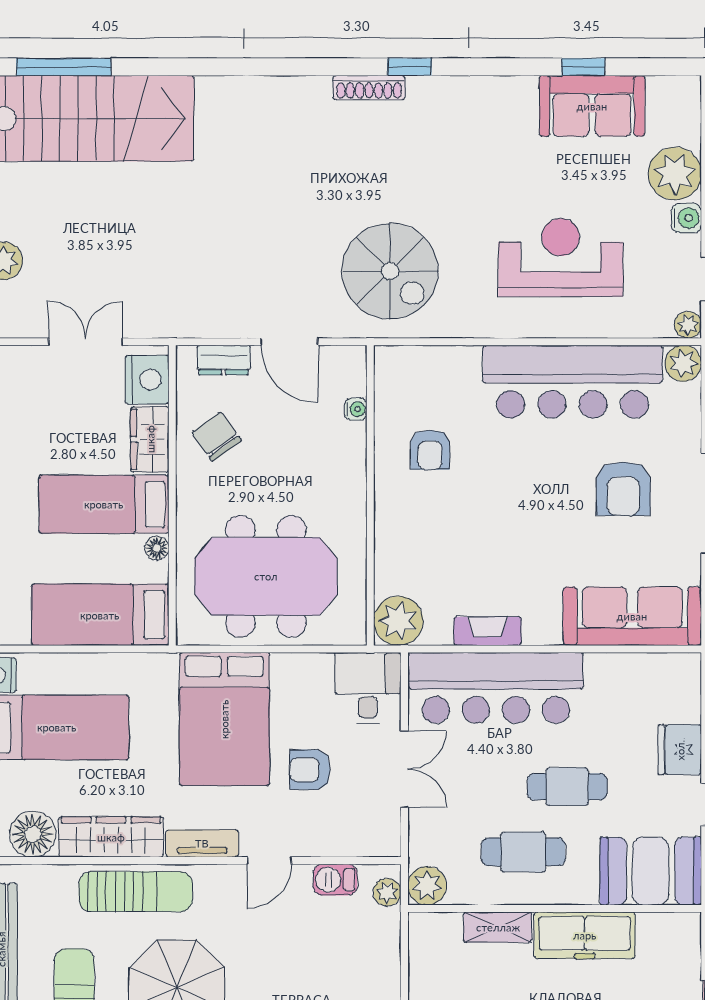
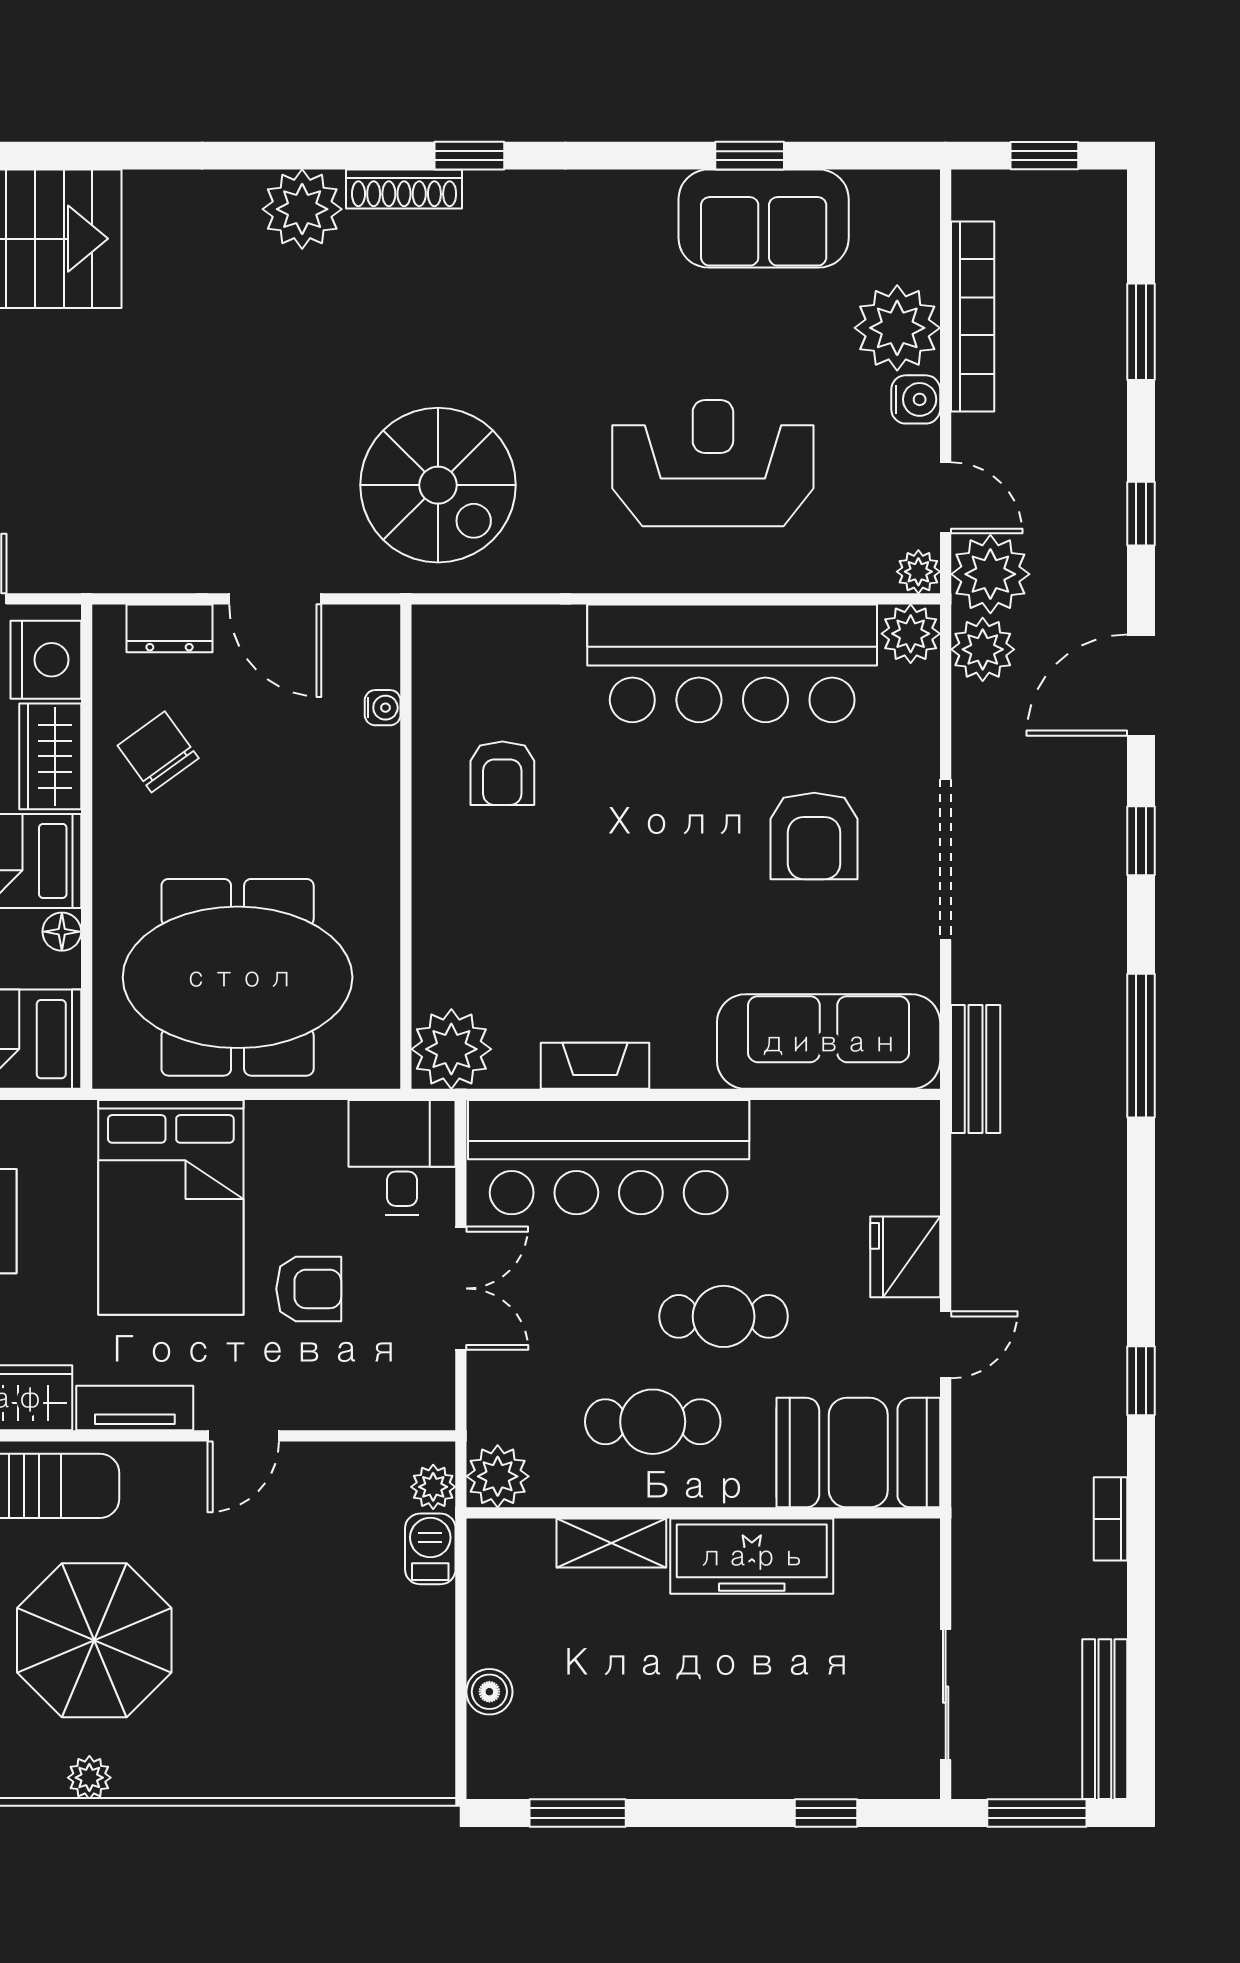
plant: (306, 100) -> (302, 209), added
armchair: (310, 770) -> (309, 1289), turned 180
barbecue: (335, 880) -> (430, 1549), moved, turned 90

